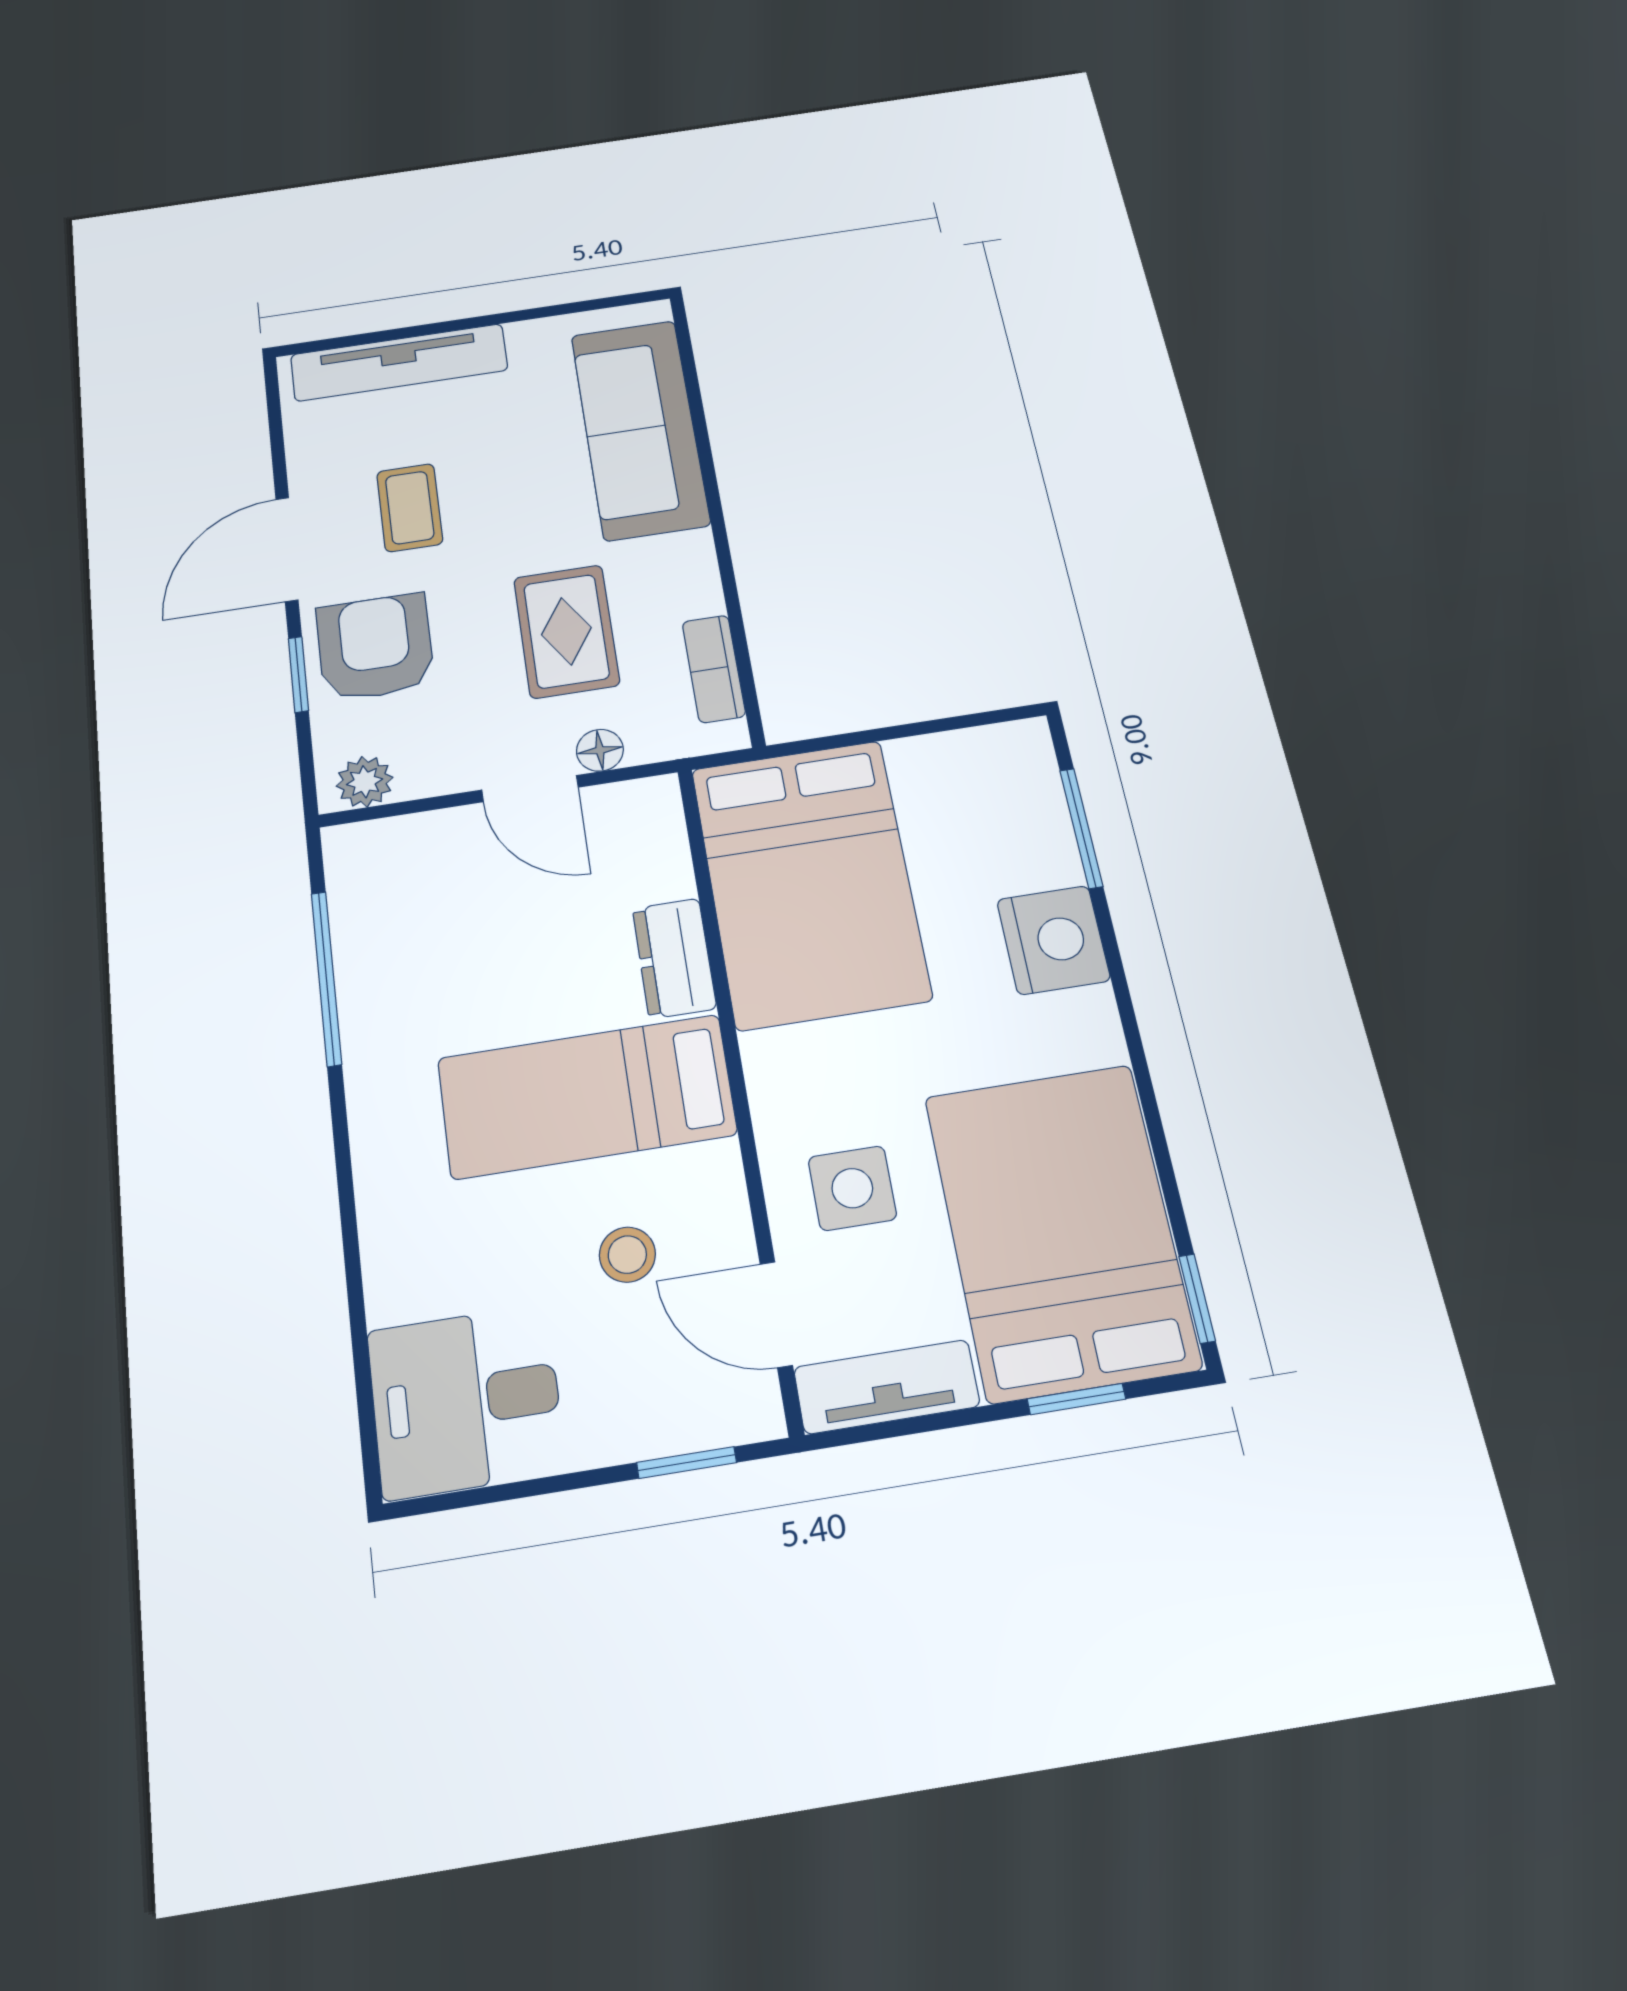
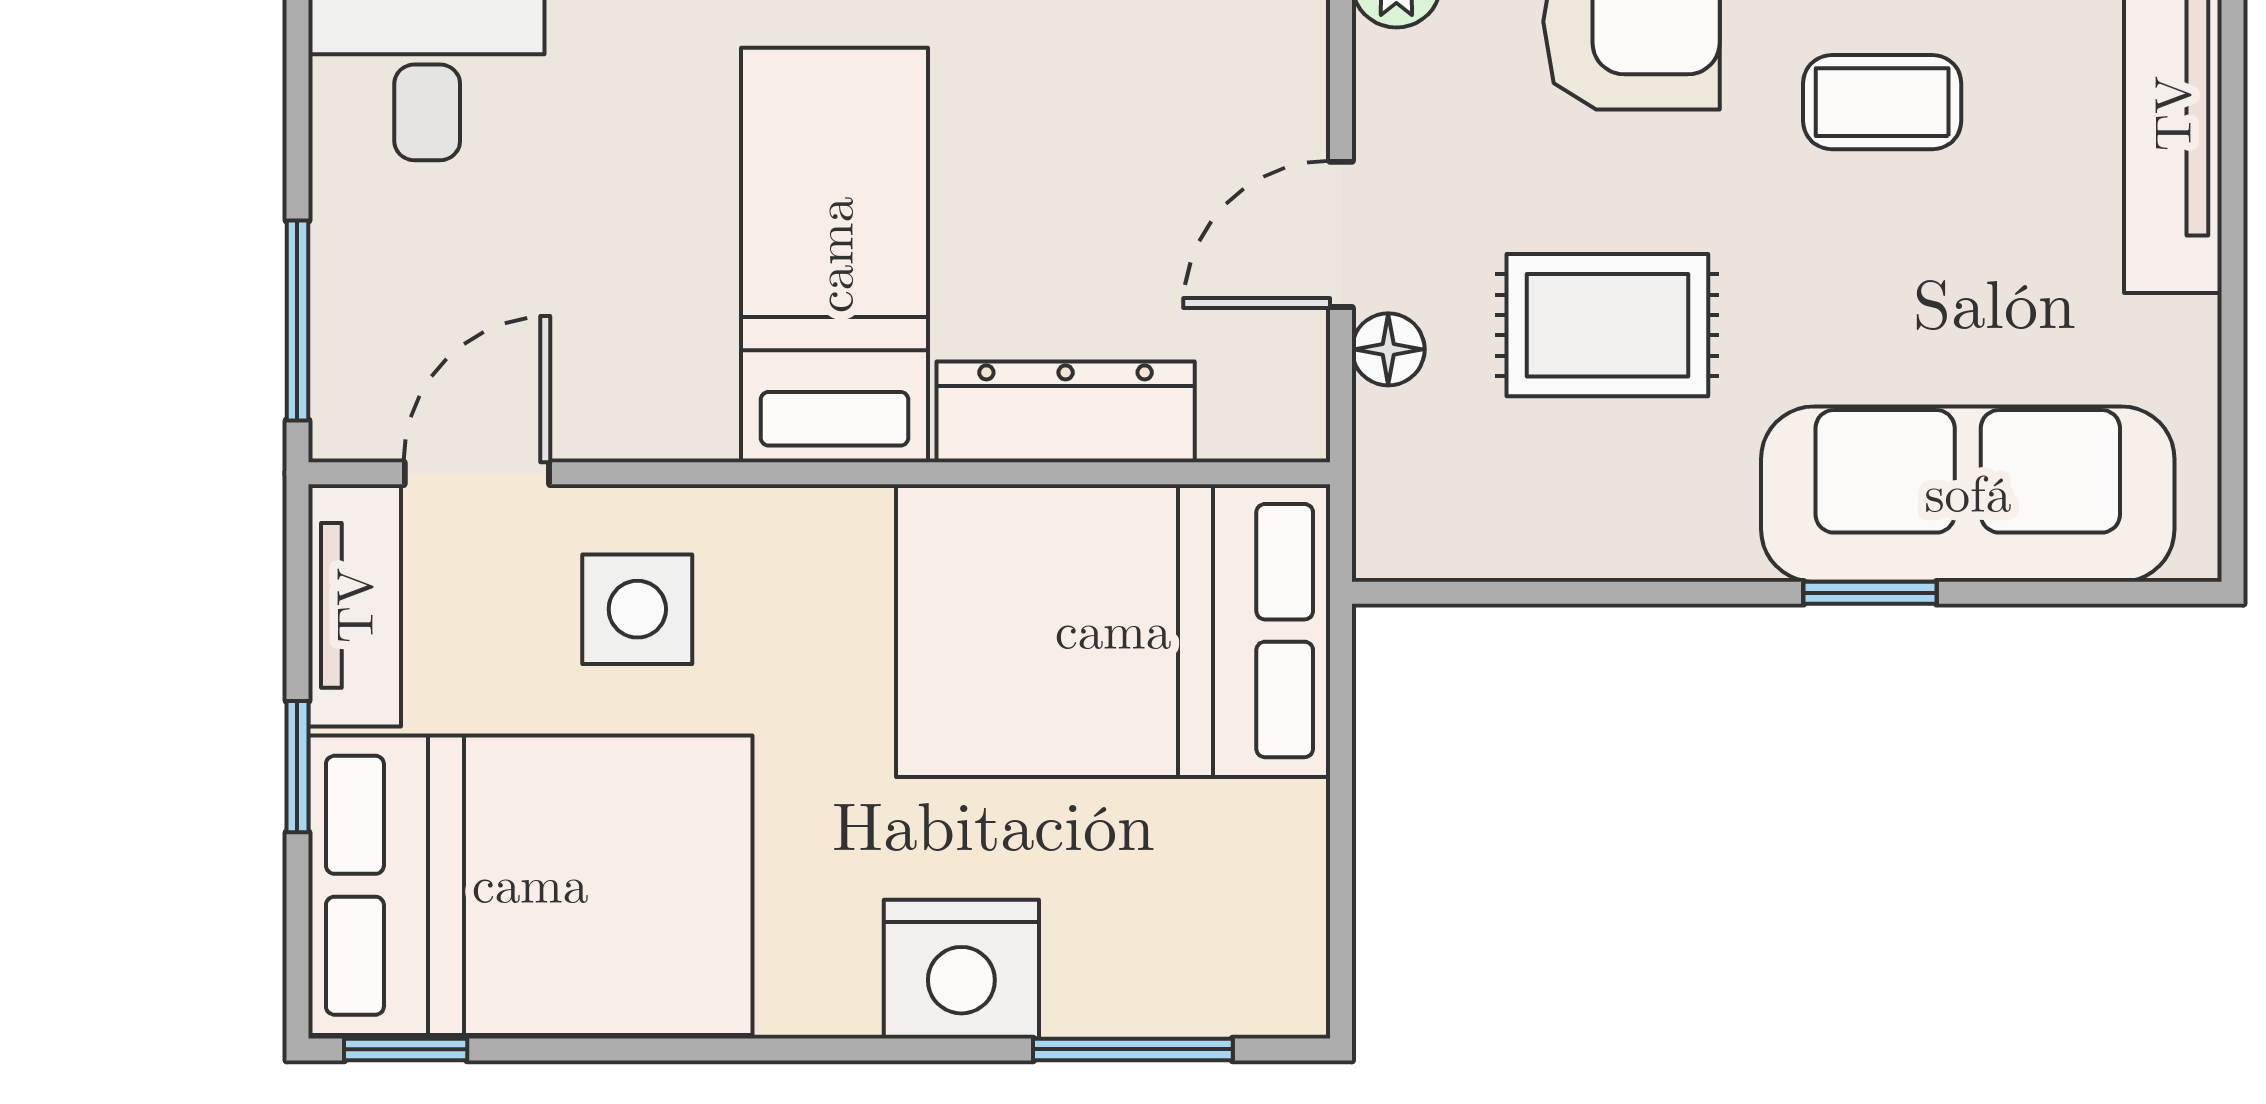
window: (708, 469) -> (1870, 593), added
bookcase: (714, 669) -> (1500, 545), removed
dresser: (674, 958) -> (1066, 412), width x1.44
stool: (627, 1255) -> (594, 281), removed
window: (1076, 1399) -> (297, 767), moved
window: (687, 1463) -> (297, 321), width x1.50

